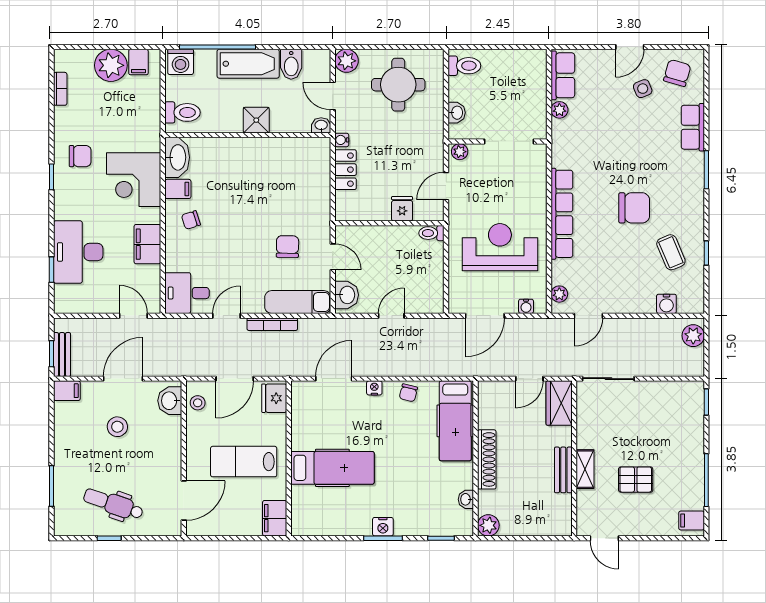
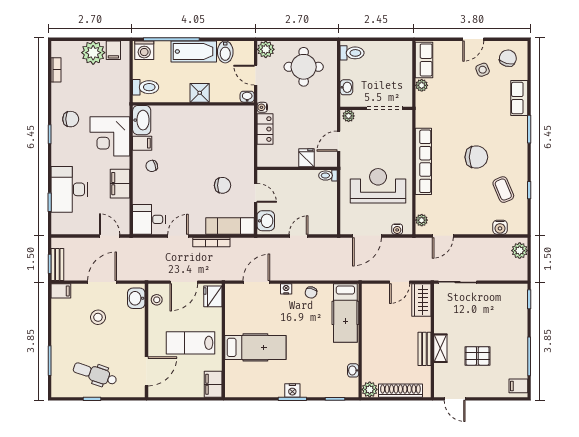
chair: (287, 247) -> (223, 185), turned 89
shoe rack: (487, 459) -> (400, 391), moved, turned -90

